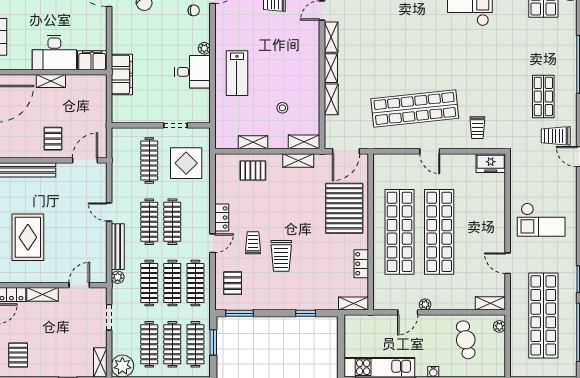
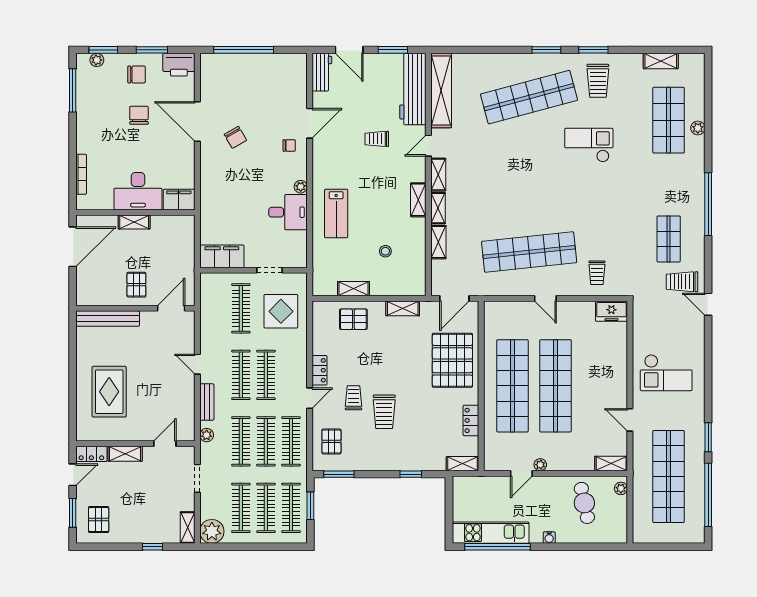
filing cabinet: (122, 74) -> (222, 256), moved, turned -90
shelving: (304, 142) -> (418, 200), moved, turned 90
bench: (118, 247) -> (207, 402), width x0.73

